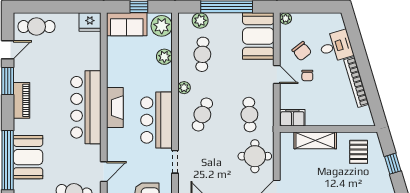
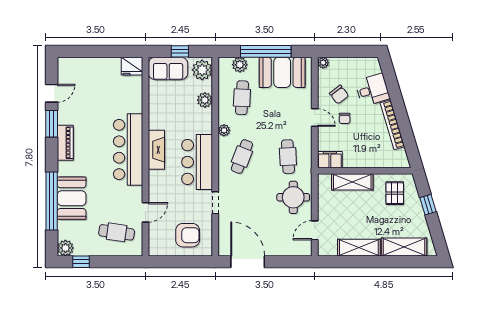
cafe table: (36, 27) -> (80, 71), removed
booth: (258, 36) -> (282, 72), moved, turned 90

